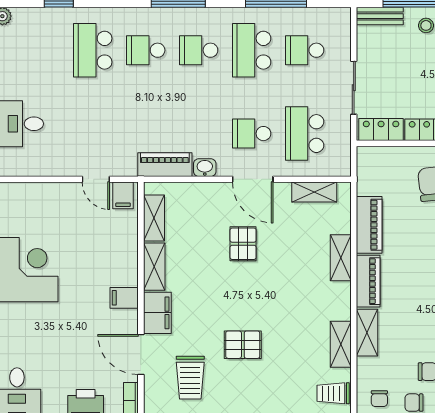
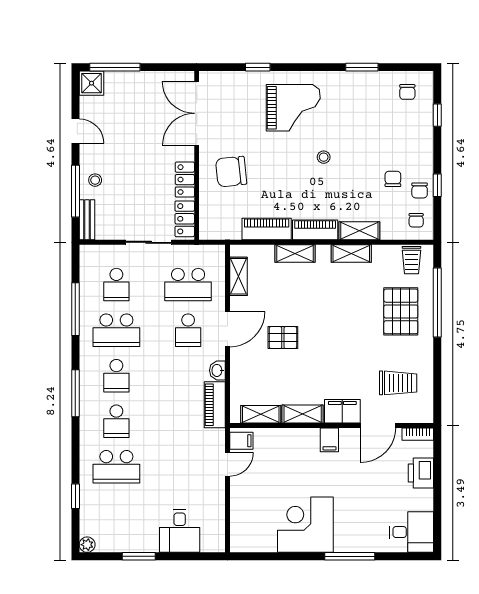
shelving: (341, 344) -> (351, 254), moved
pallet: (243, 345) -> (401, 311), moved, width x1.50, depth x1.42
chair: (379, 399) -> (416, 220), turned 90

